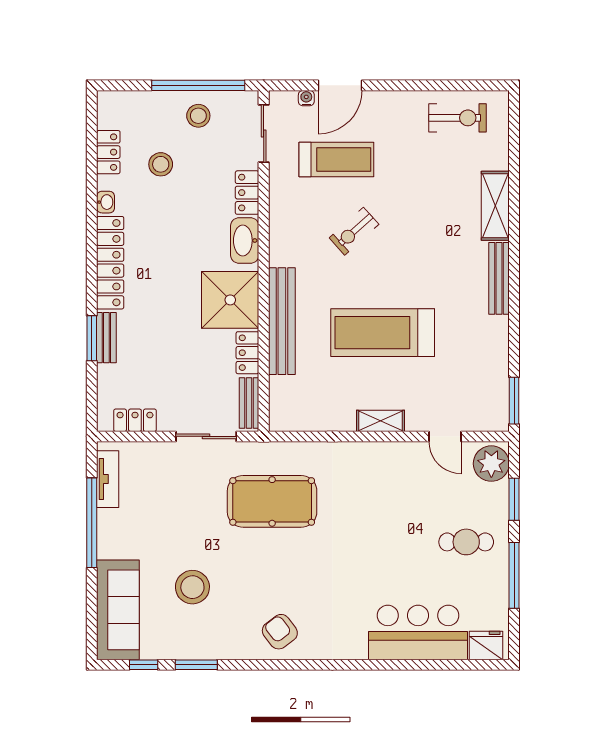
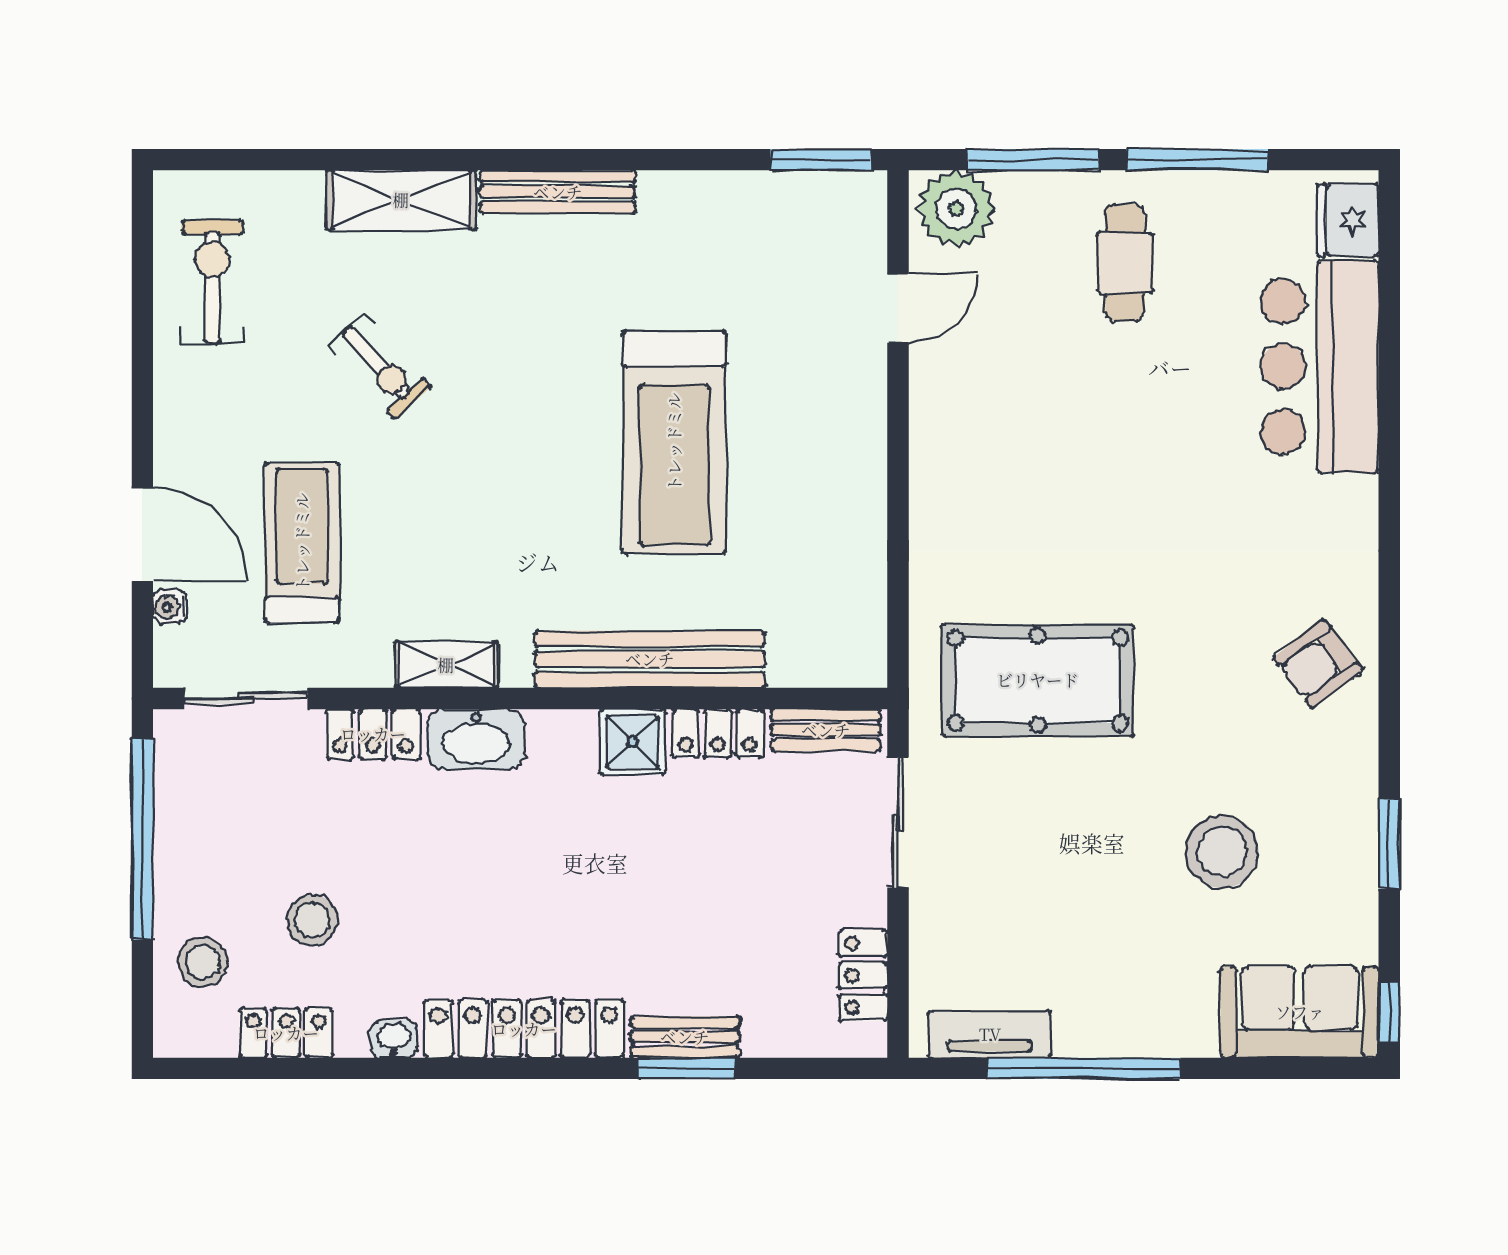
stool: (198, 116) -> (203, 962), moved
exercise bike: (354, 231) -> (380, 366), moved
shower: (230, 300) -> (633, 742), width x0.54, depth x0.54
shelving: (381, 421) -> (446, 665), moved, turned 90
window: (514, 499) -> (1033, 160), width x1.44
pool table: (272, 501) -> (1038, 680), turned 90
sofa: (118, 610) -> (1300, 1012), width x0.73
window: (144, 665) -> (1389, 1012), moved

